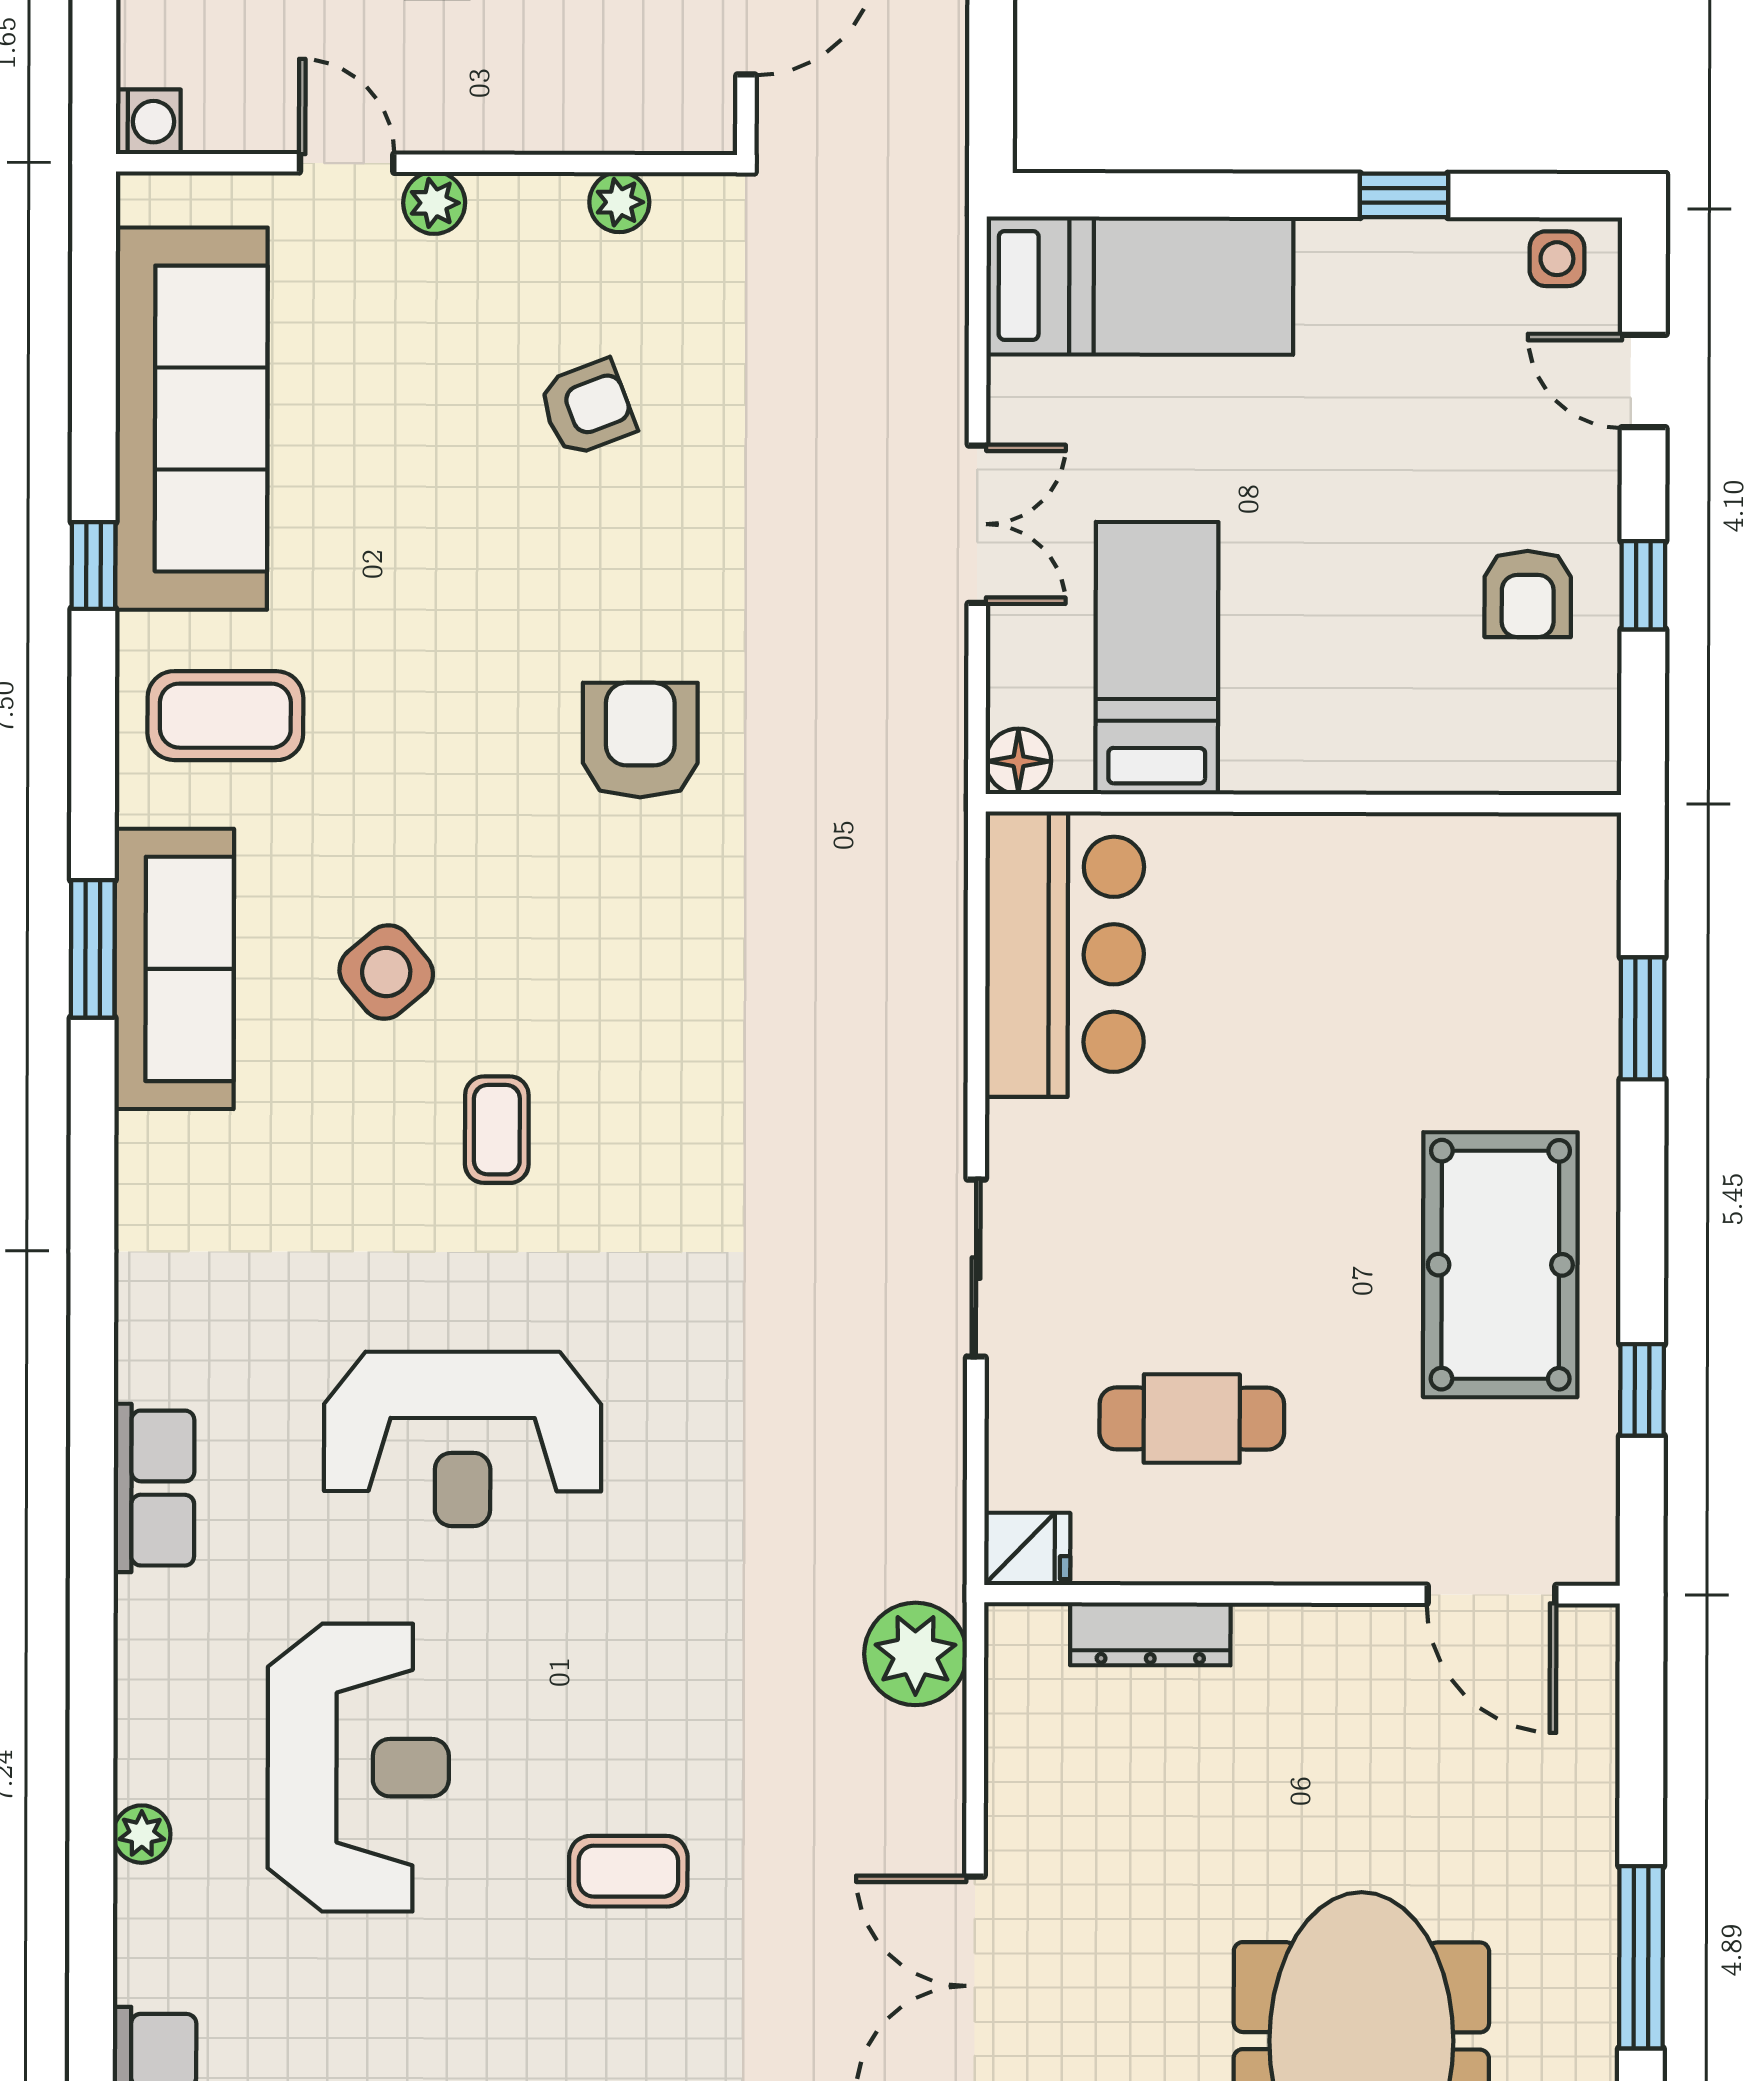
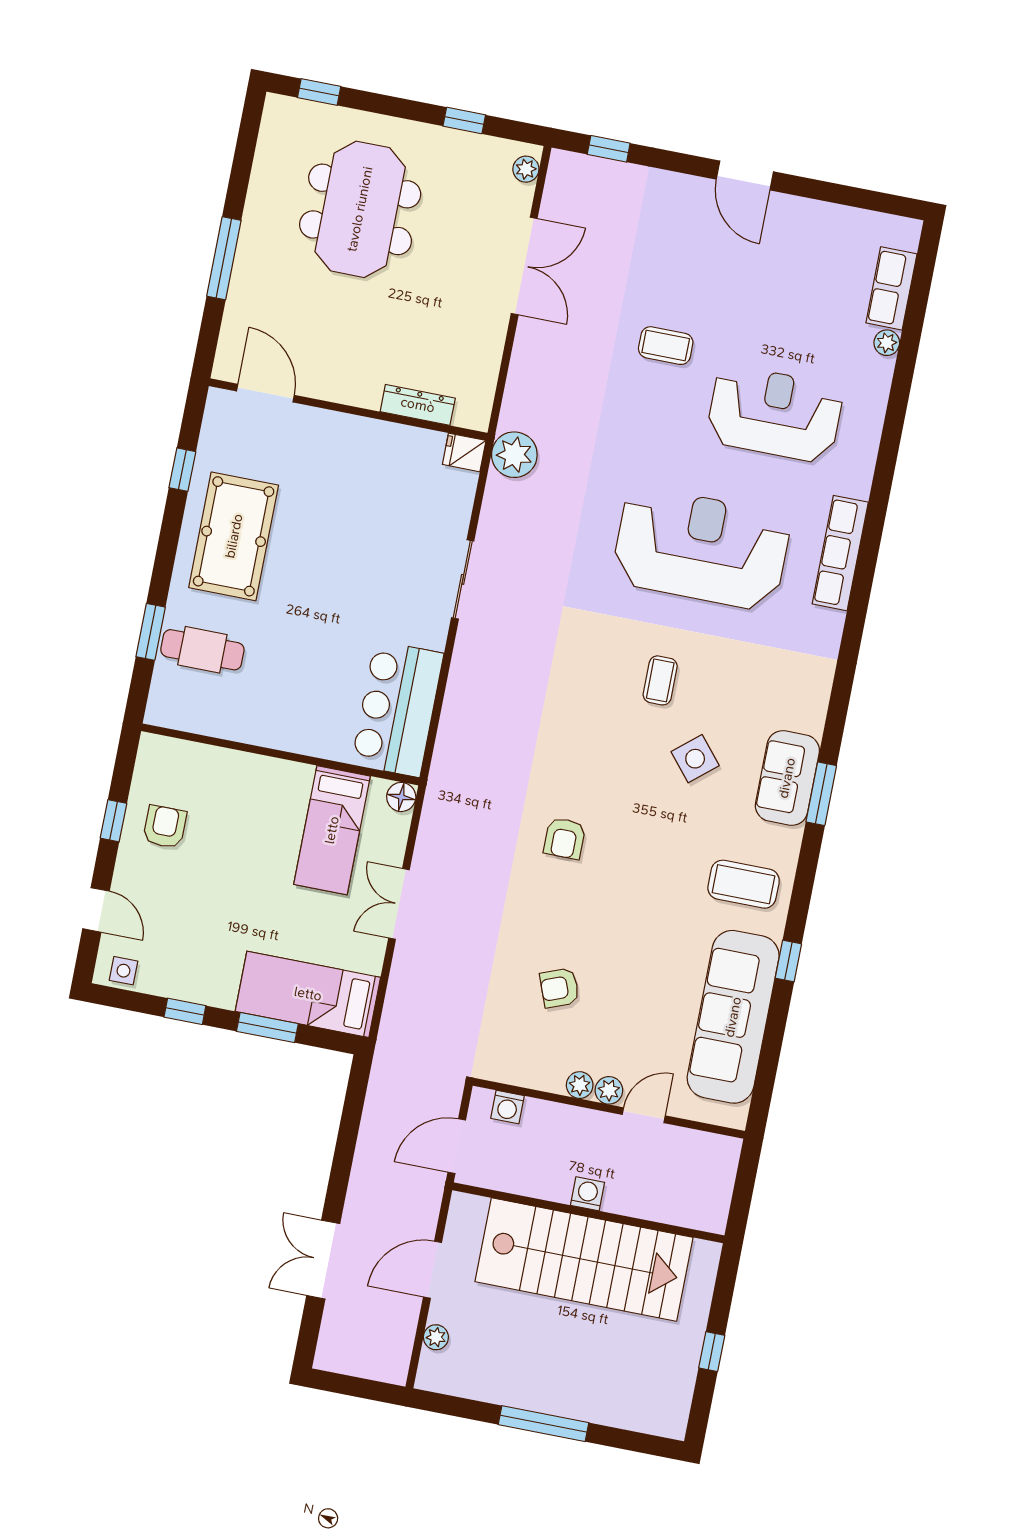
washing machine: (148, 122) -> (508, 1107), moved, turned -90
door: (347, 163) -> (644, 1115), swing flipped
window: (1215, 195) -> (267, 1027), added
plant: (619, 202) -> (580, 1085), moved
armchair: (640, 740) -> (565, 838), width x0.72, depth x0.72
sofa: (174, 969) -> (787, 778), width x0.73
cafe table: (1192, 1419) -> (202, 650), moved
reception desk: (463, 1439) -> (701, 548), width x1.36, depth x1.30
row of seats: (154, 1488) -> (840, 553), width x1.48
plant: (915, 1654) -> (514, 455), moved
reception desk: (358, 1768) -> (775, 414), turned 90
plant: (142, 1834) -> (887, 343), moved
window: (1641, 1957) -> (224, 258), moved

